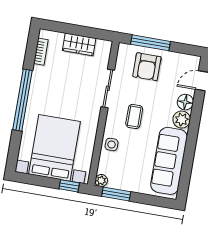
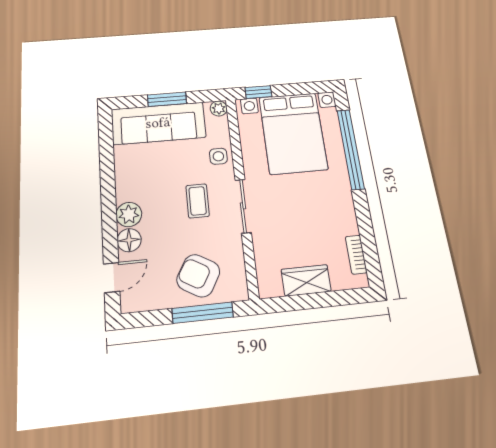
armchair: (147, 67) -> (198, 276), turned -60
sliding door: (108, 88) -> (243, 206), moved
window: (23, 100) -> (351, 149), moved
sofa: (169, 161) -> (158, 123), moved, turned 90
window: (116, 194) -> (167, 99), moved

